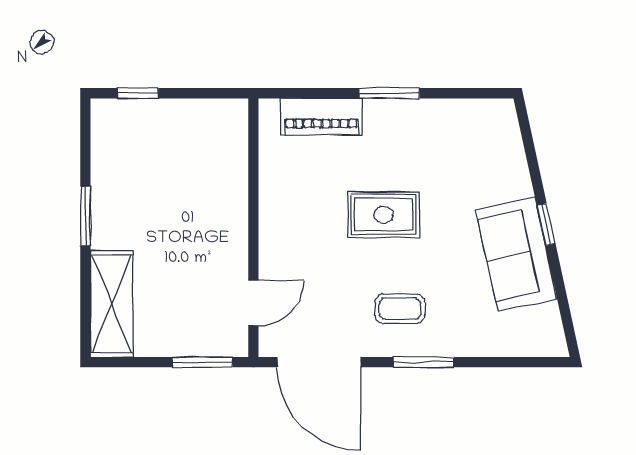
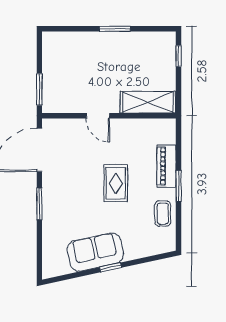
piano: (322, 117) -> (166, 166), moved
door: (253, 303) -> (98, 116), moved
shelving: (112, 304) -> (148, 102), moved
coffee table: (400, 309) -> (163, 214), moved

